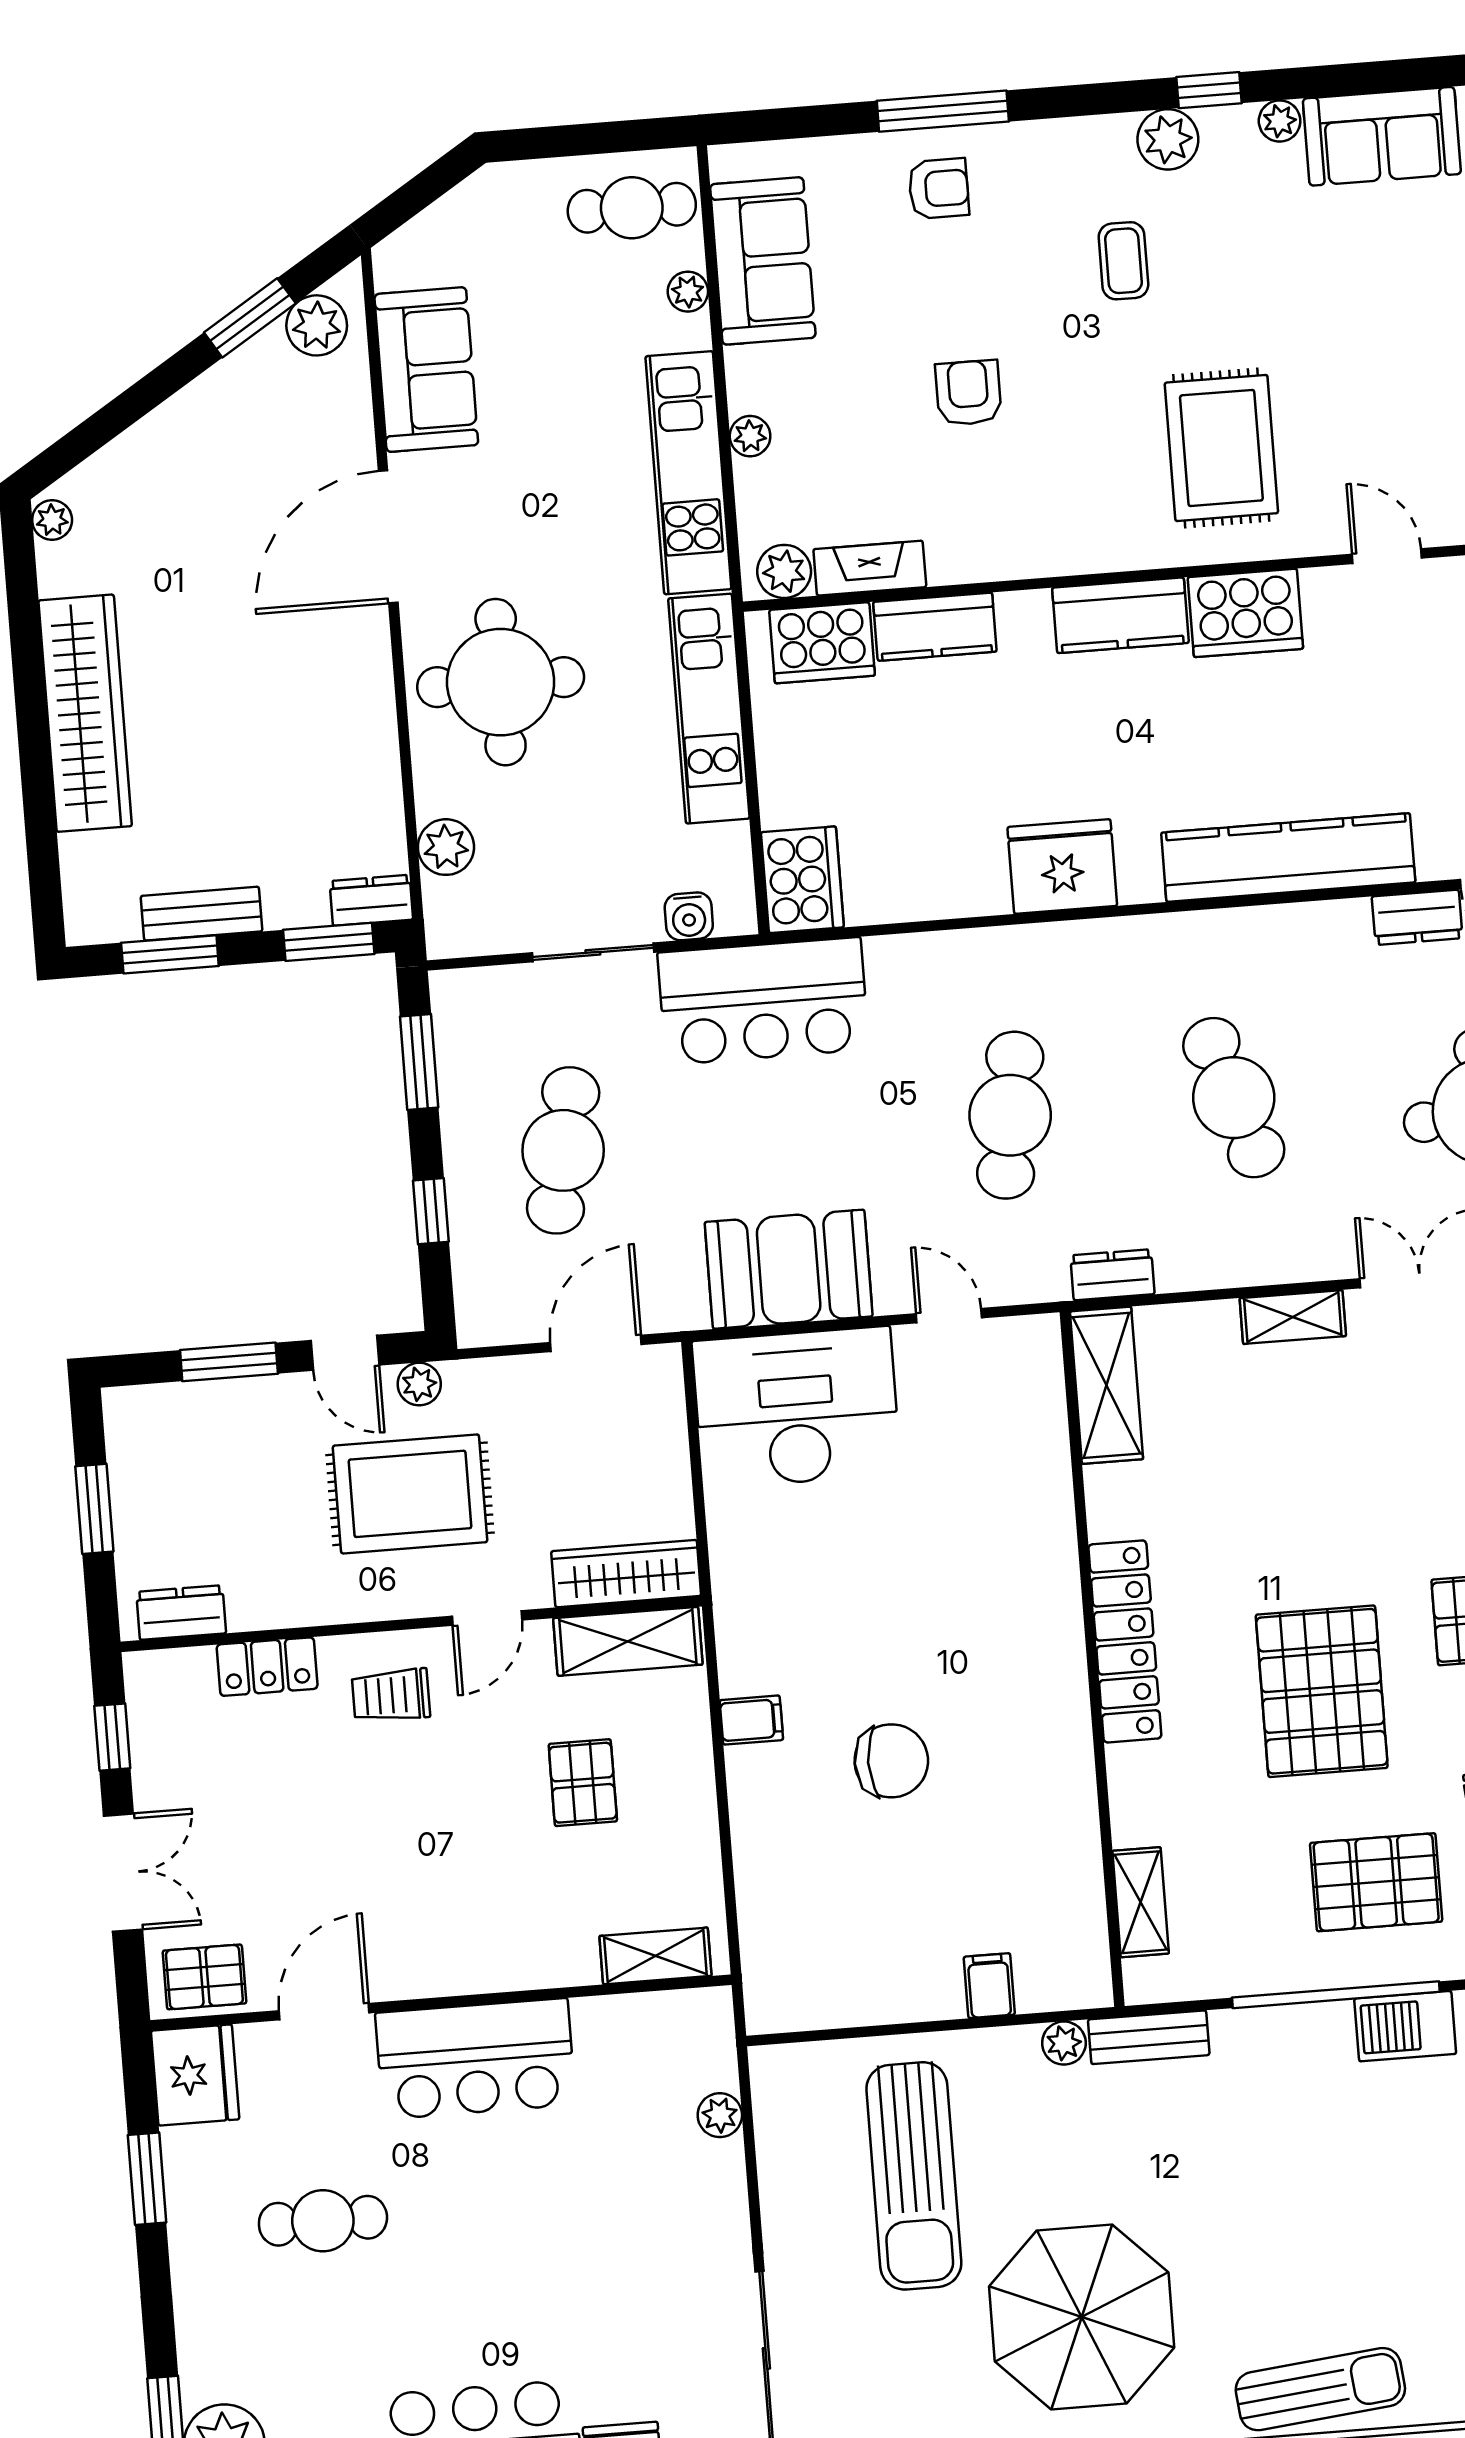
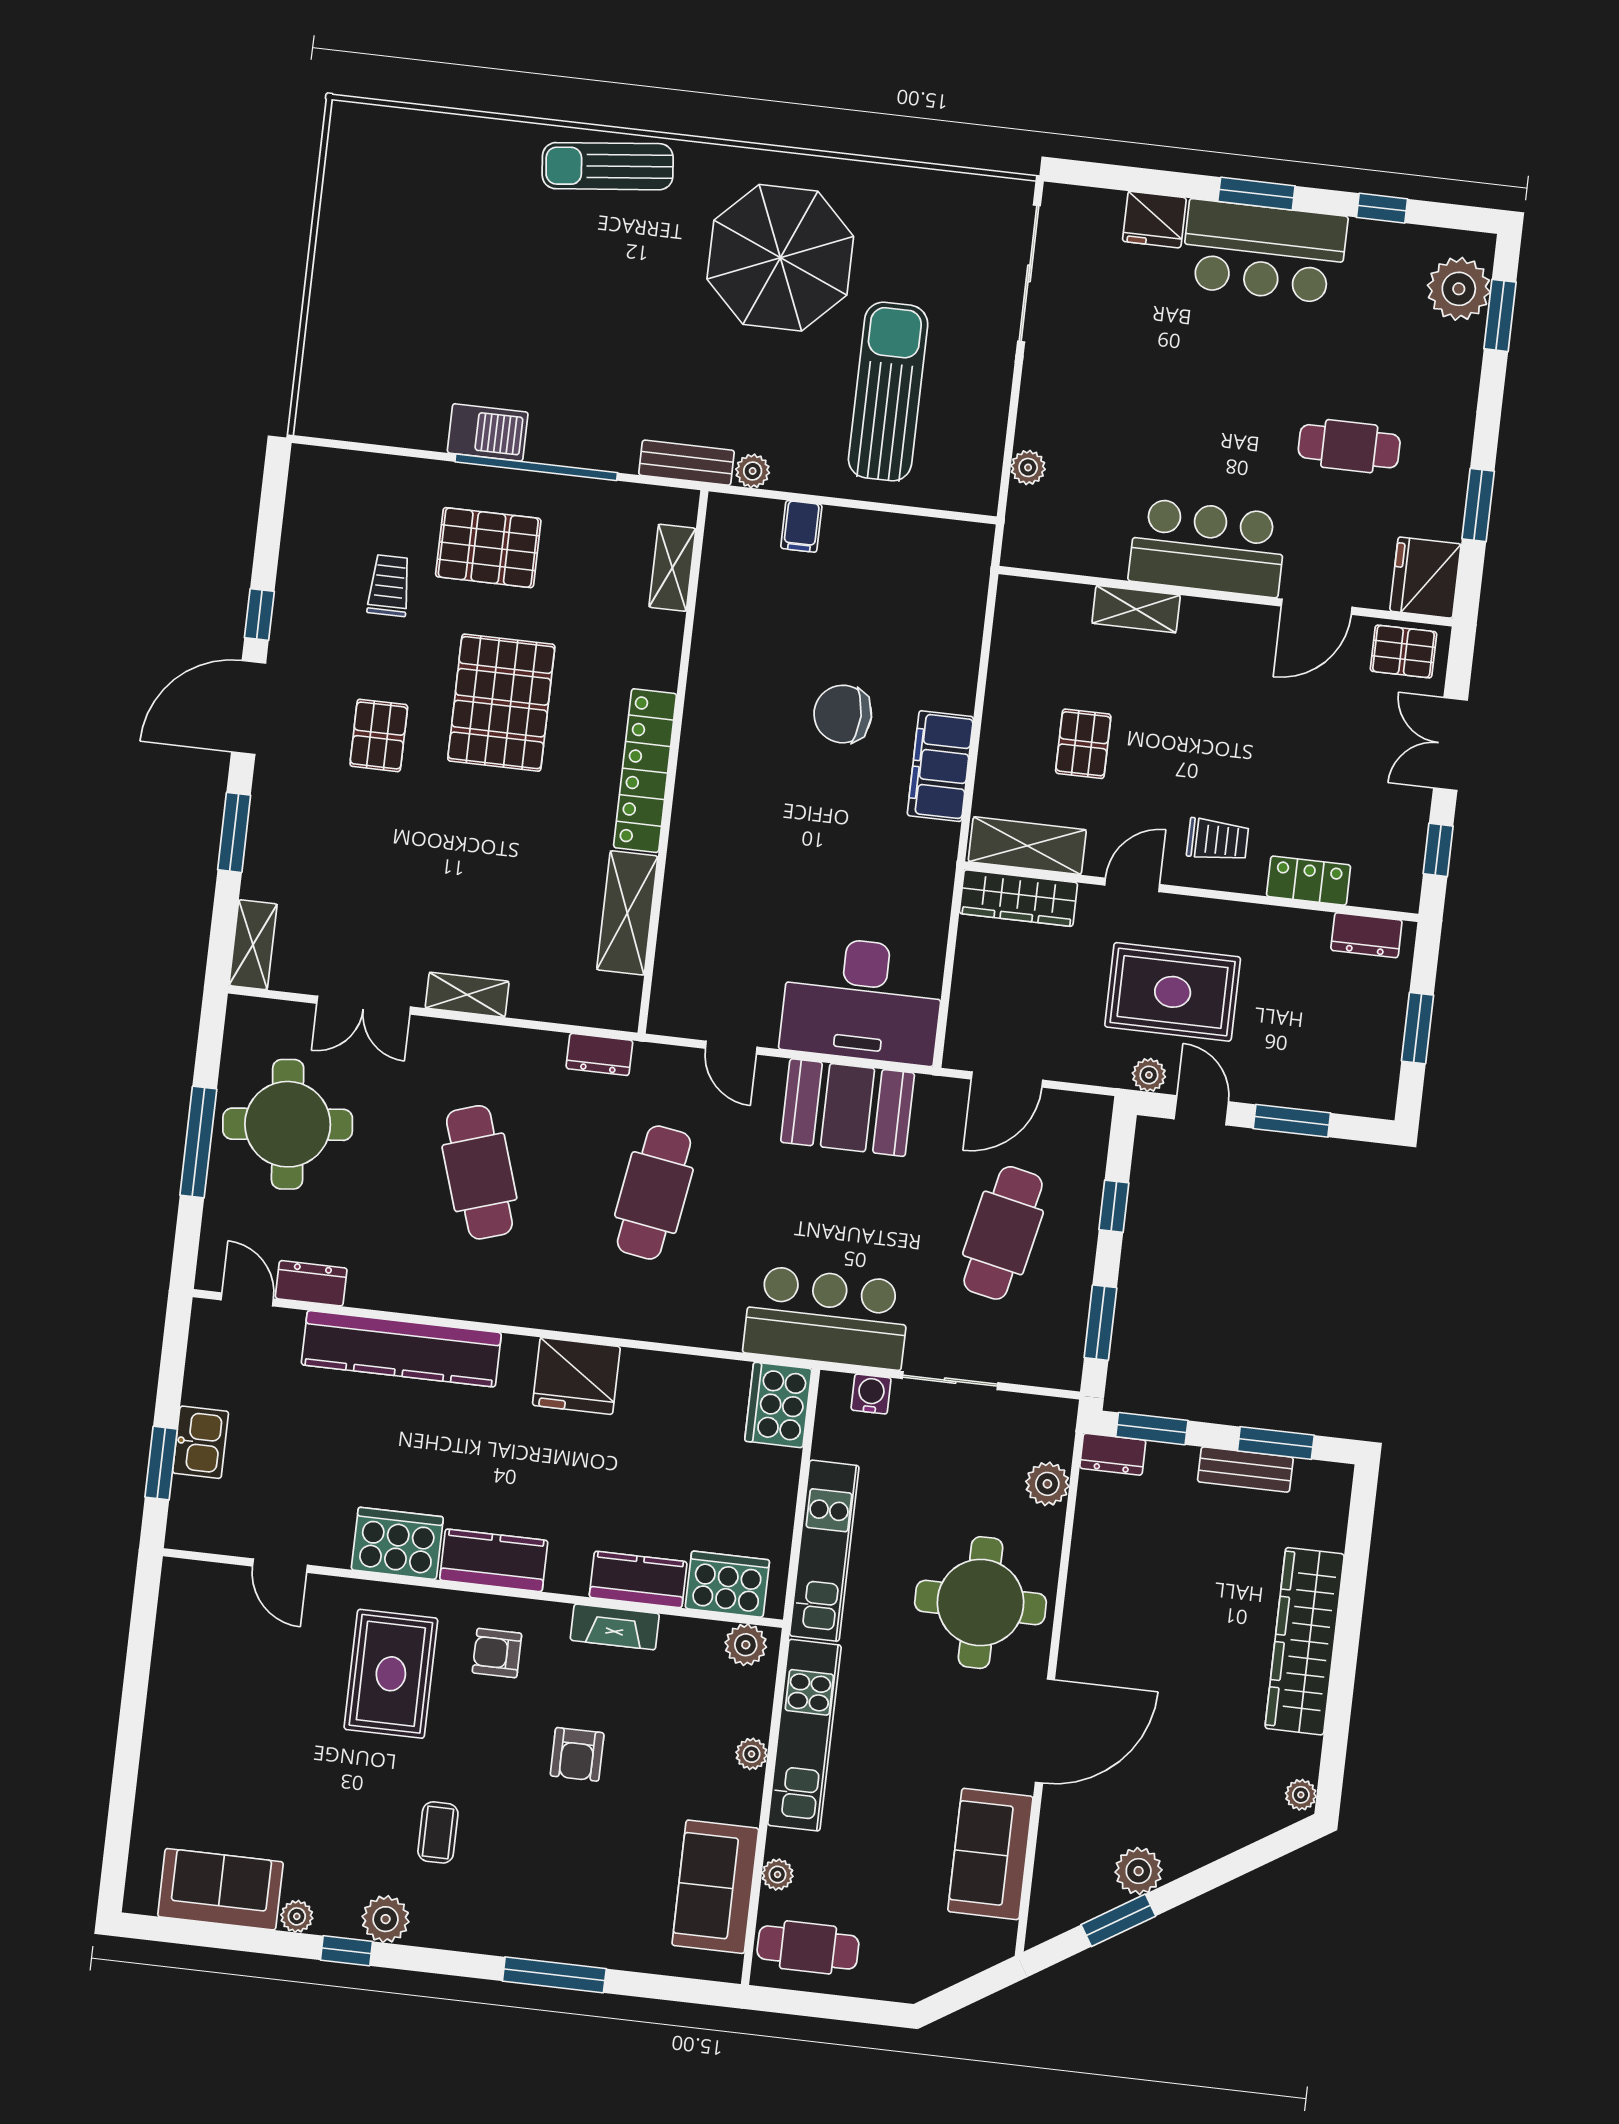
armchair: (939, 189) -> (497, 1653), moved
plant: (317, 325) -> (1139, 1871), moved
fireplace: (870, 568) -> (615, 1627), moved
shelving: (1107, 1385) -> (627, 913), moved
filing cabinet: (751, 1720) -> (940, 766), width x3.00, depth x1.17
shelving: (655, 1956) -> (1136, 609), moved

